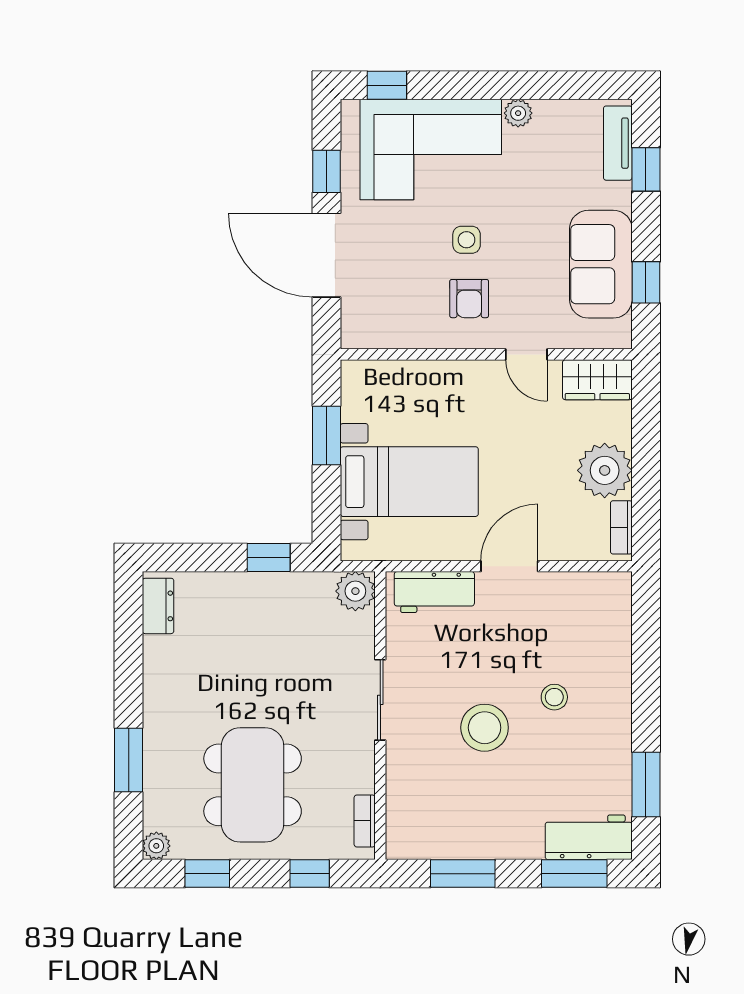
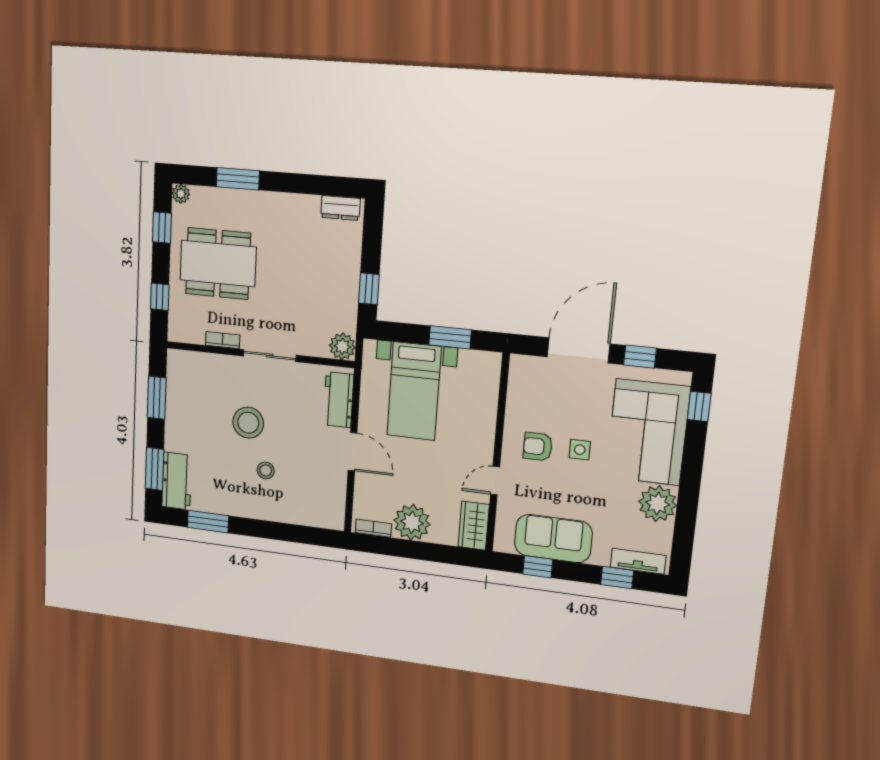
plant: (518, 113) -> (658, 504), width x1.88, depth x1.88
bookcase: (365, 821) -> (223, 340), moved

